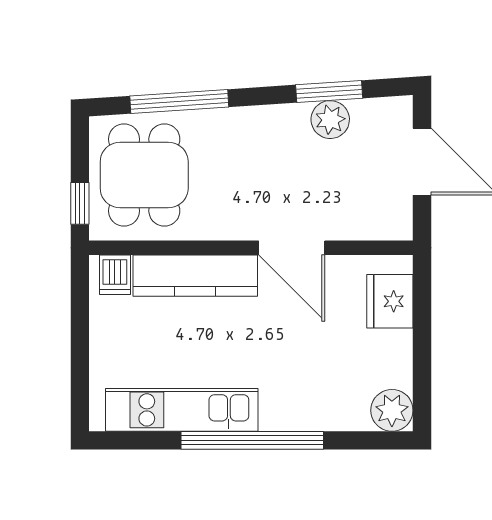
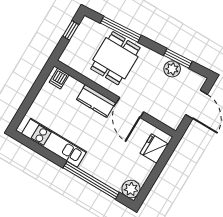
dining table: (144, 175) -> (115, 58), moved
window: (80, 203) -> (71, 30), moved
kitchen counter: (195, 276) -> (96, 101), width x0.67
window: (252, 440) -> (91, 180), moved

